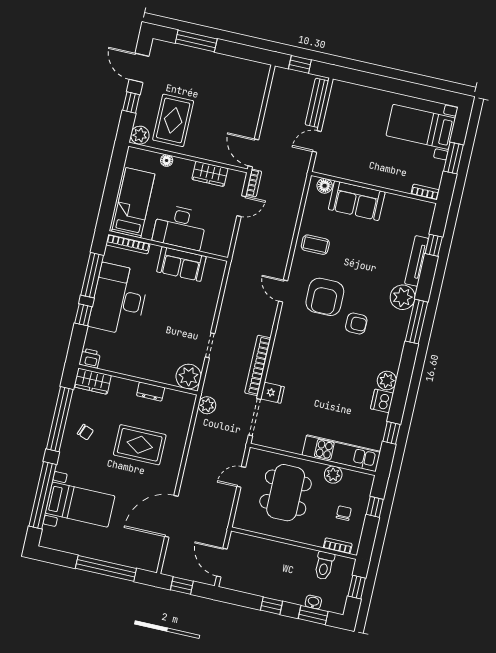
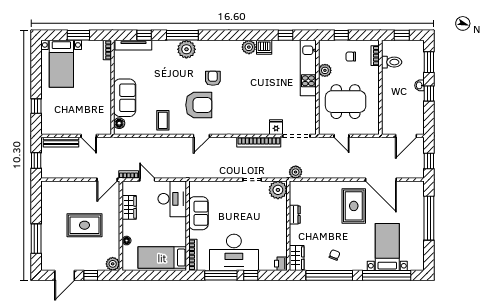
window: (372, 81) -> (36, 106), added
rug: (173, 120) -> (85, 225), moved
desk: (180, 227) -> (172, 199), moved
tv unit: (417, 261) -> (133, 45), moved
window: (416, 322) -> (182, 35), moved
rug: (140, 445) -> (354, 206), moved
washbasin: (313, 602) -> (419, 85), moved

